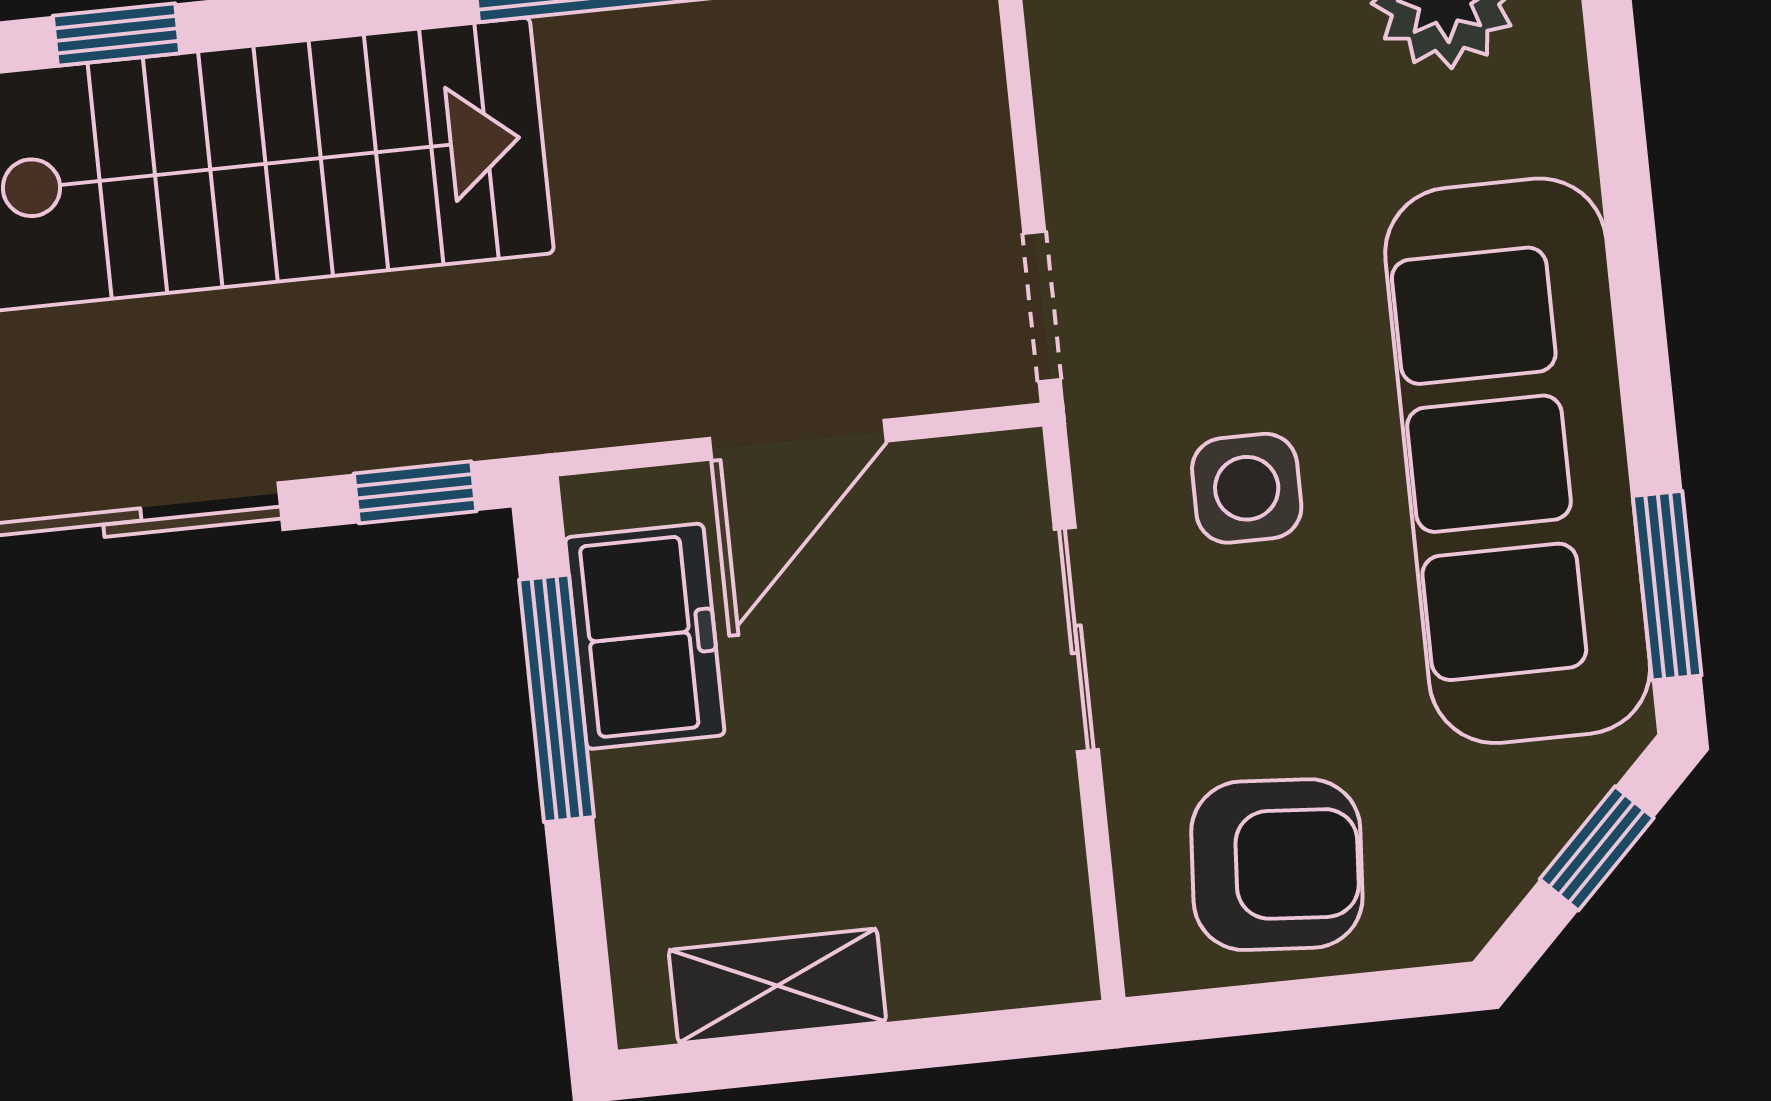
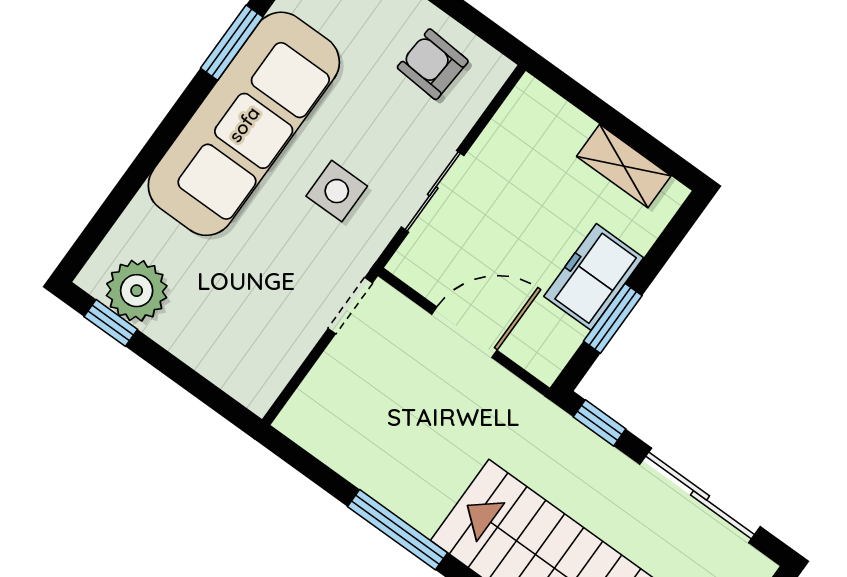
freezer: (645, 636) -> (594, 277), moved
window: (556, 698) -> (613, 318), width x0.69
armchair: (1277, 865) -> (433, 64), width x0.72, depth x0.72

